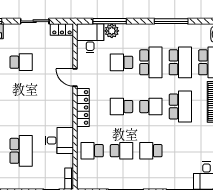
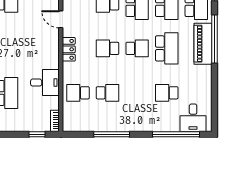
locker: (83, 107) -> (69, 49), width x0.66
school desk: (151, 151) -> (167, 93), moved

